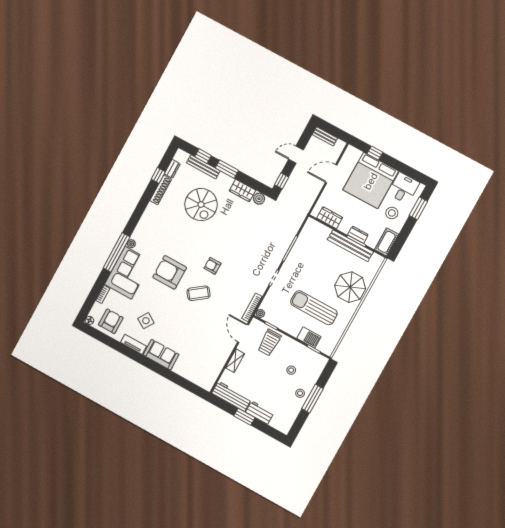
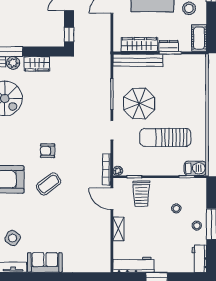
plant: (259, 199) -> (13, 63), moved
wardrobe: (330, 218) -> (139, 45), width x1.50
bench: (350, 246) -> (138, 60), moved
parasol: (350, 287) -> (139, 103), moved
barbecue: (309, 338) -> (195, 168), moved
workbench: (260, 413) -> (199, 259), moved, turned -90

